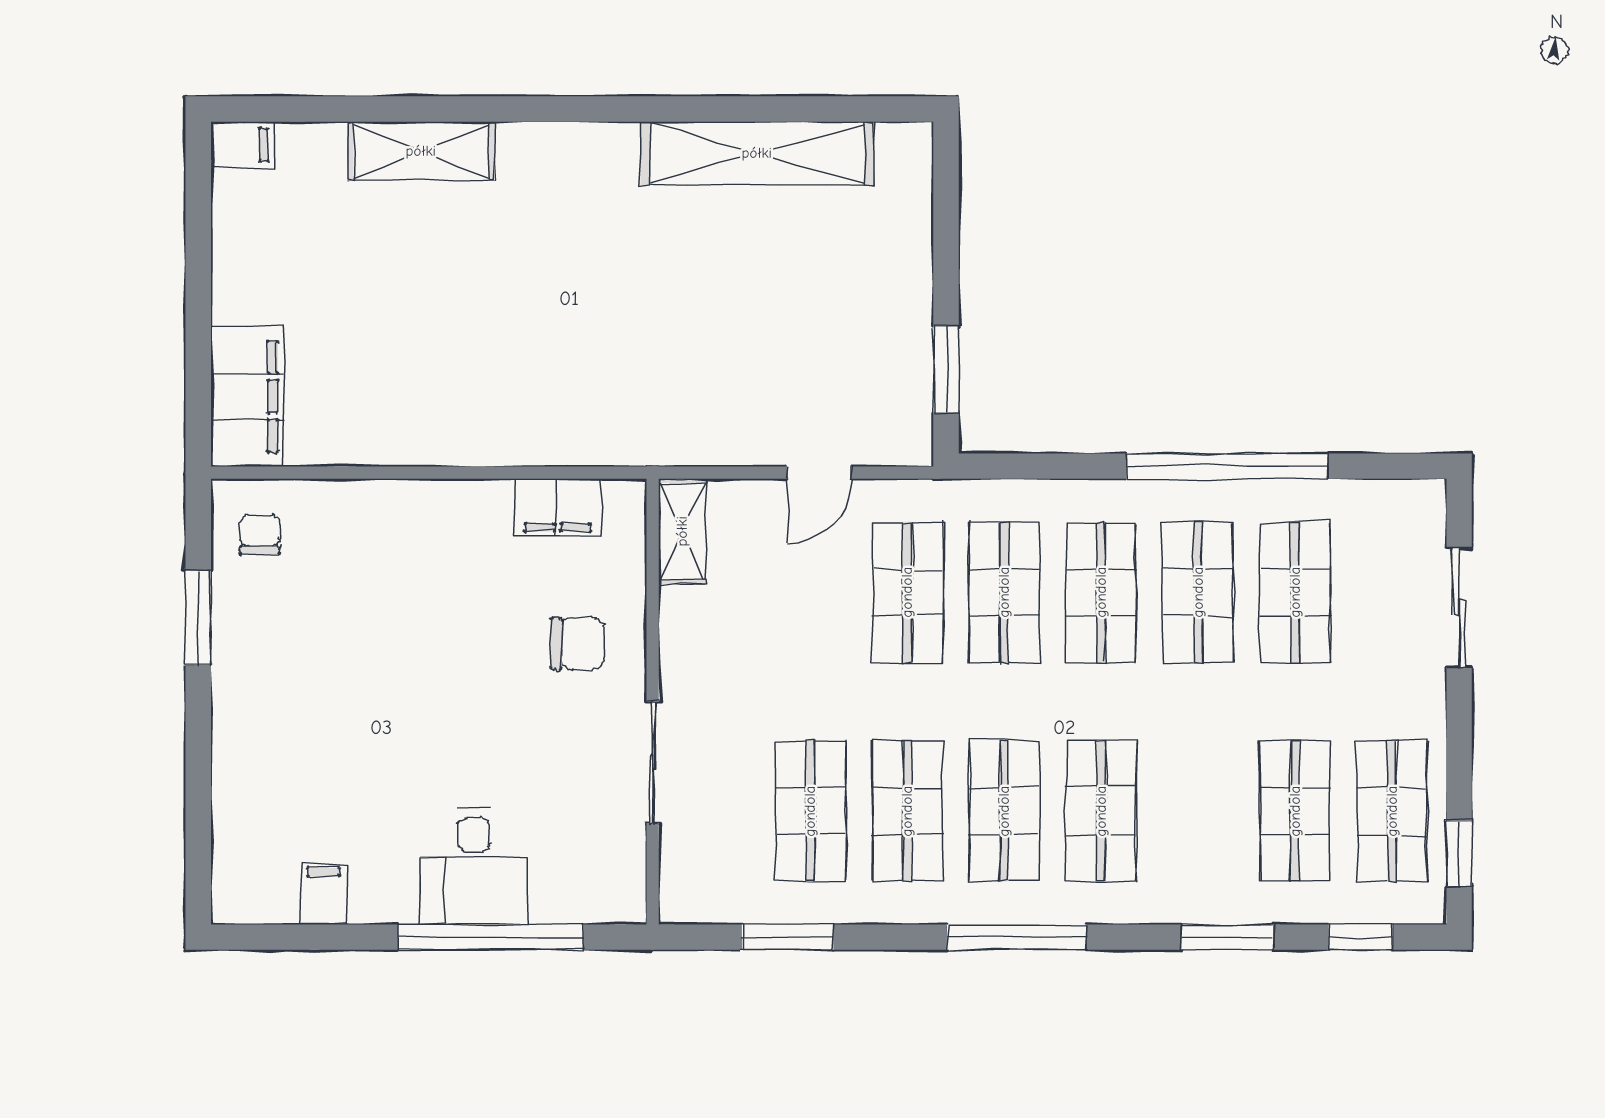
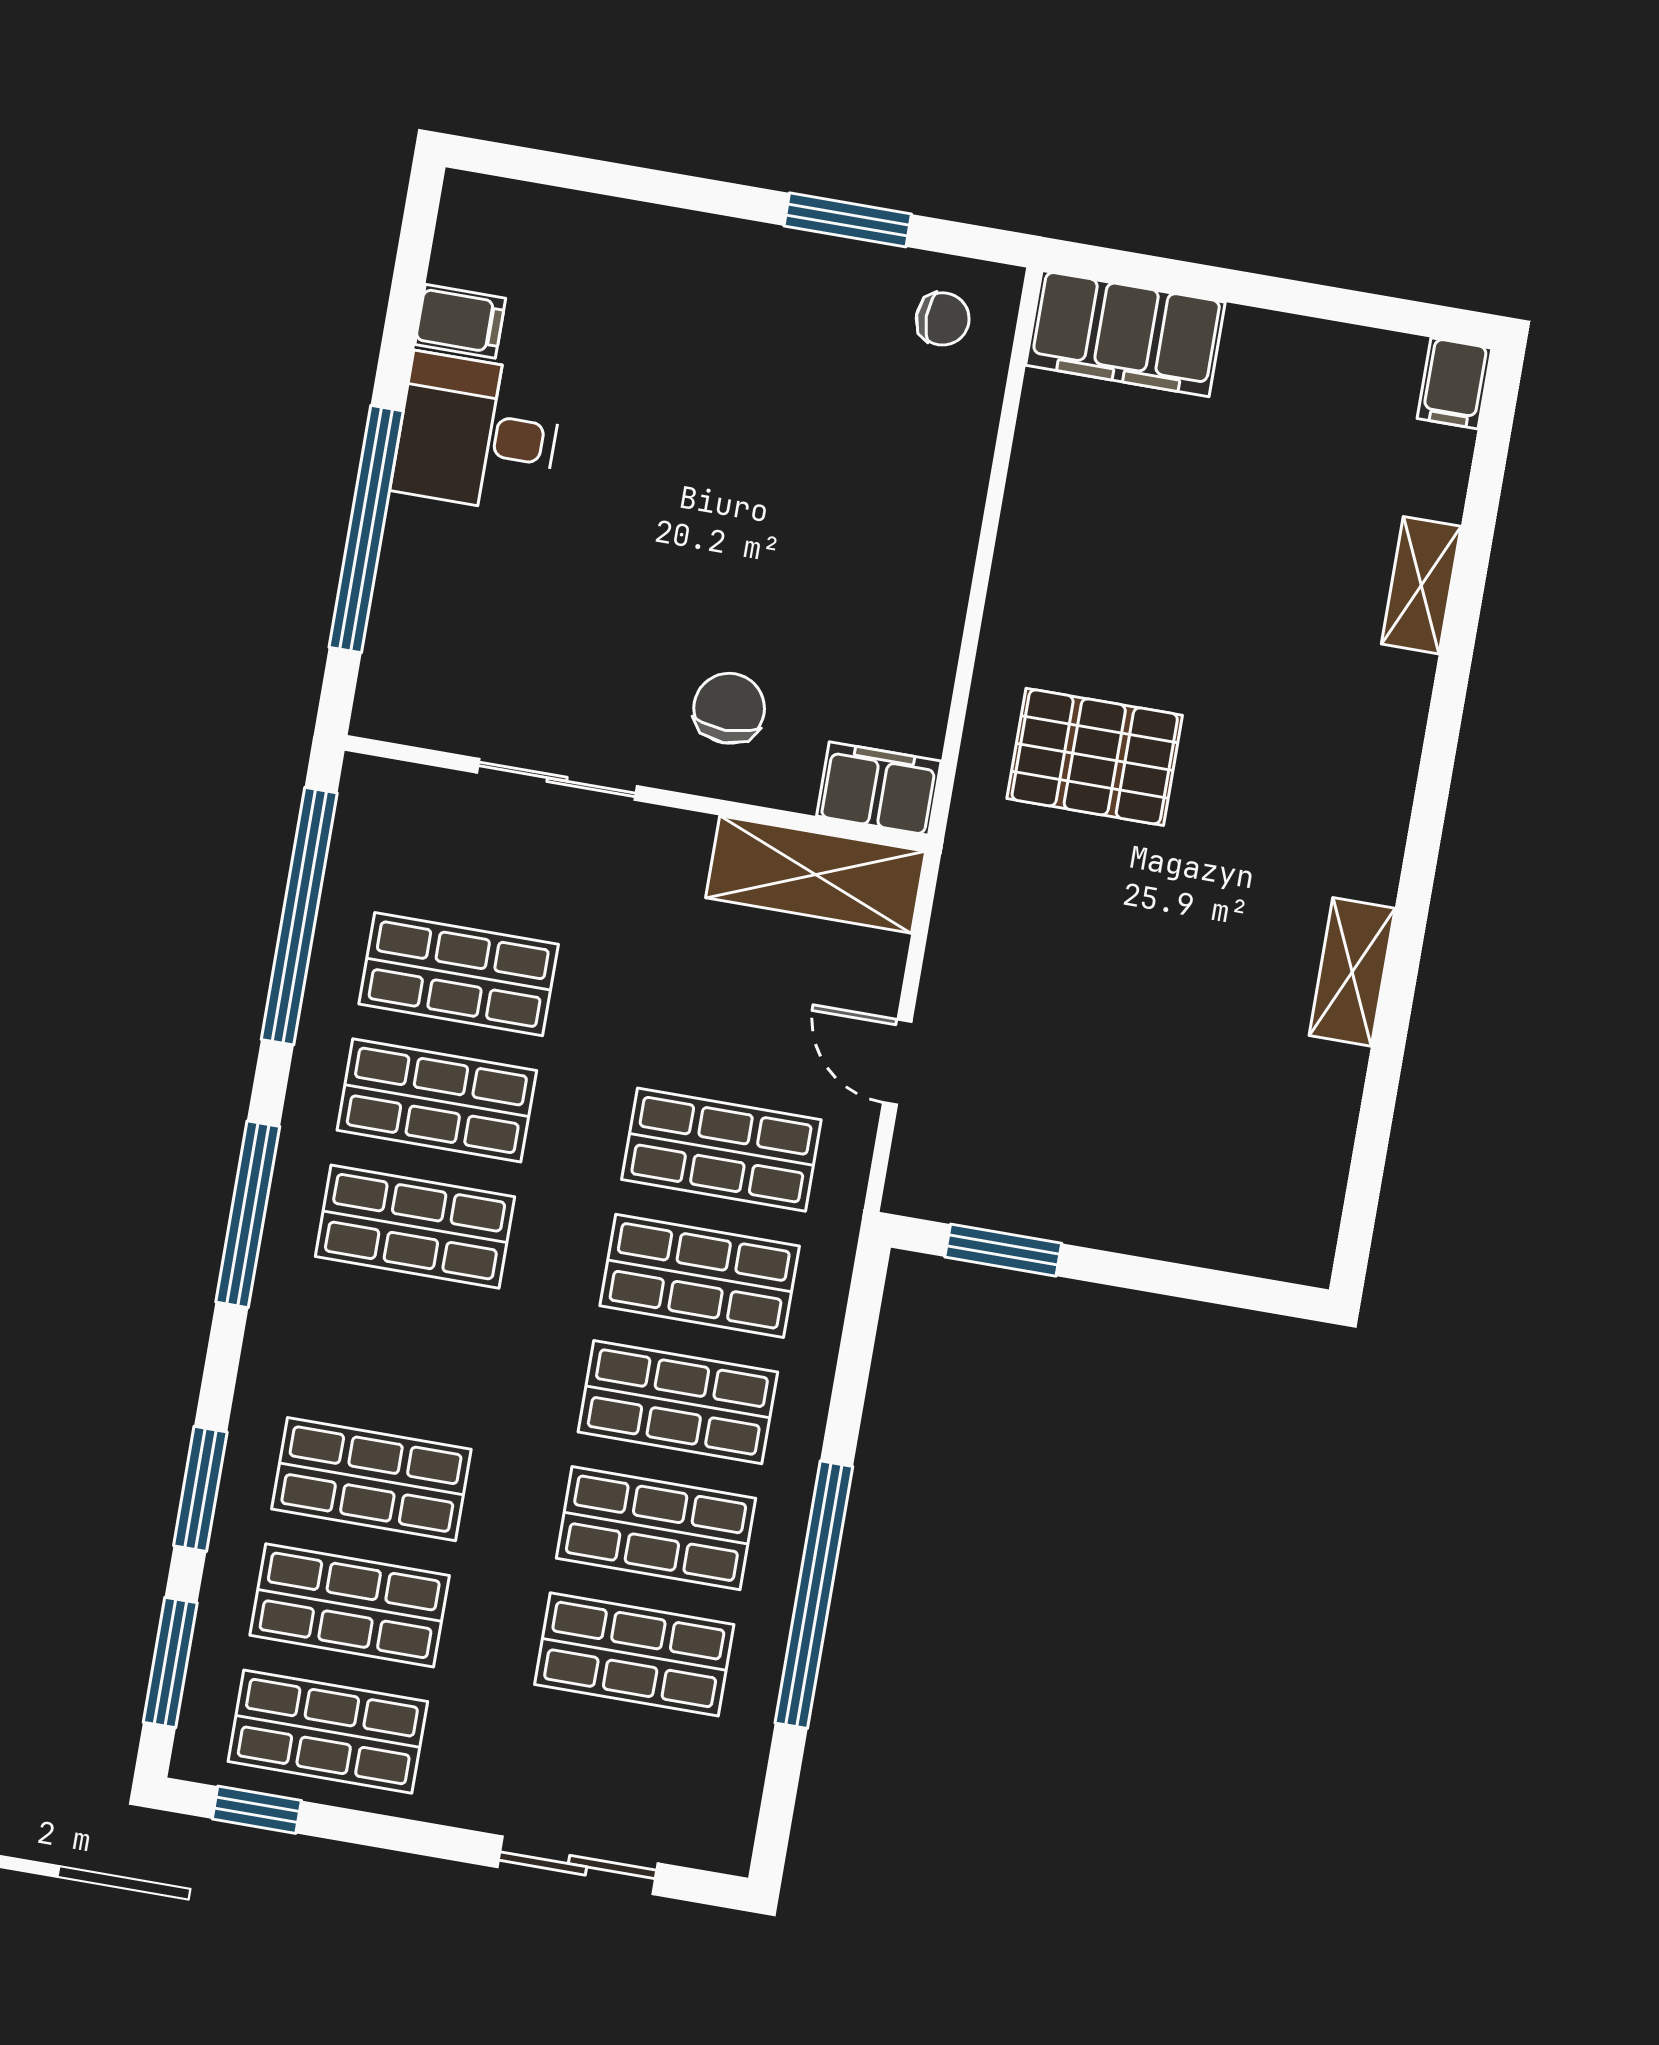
shelving: (421, 151) -> (1421, 585), width x0.67, depth x0.75
shelving: (757, 153) -> (1352, 972), width x0.45, depth x0.75
pallet: (567, 365) -> (1095, 757), added
filing cabinet: (558, 507) -> (879, 789), moved, turned 90
shelving: (682, 531) -> (816, 875), width x1.50, depth x1.33
chair: (577, 643) -> (729, 708), turned 180
shop shelf: (1101, 811) -> (371, 1479), moved
desk: (474, 866) -> (478, 433), moved
window: (788, 937) -> (299, 916), width x2.11
window: (1360, 937) -> (170, 1663), width x1.50

